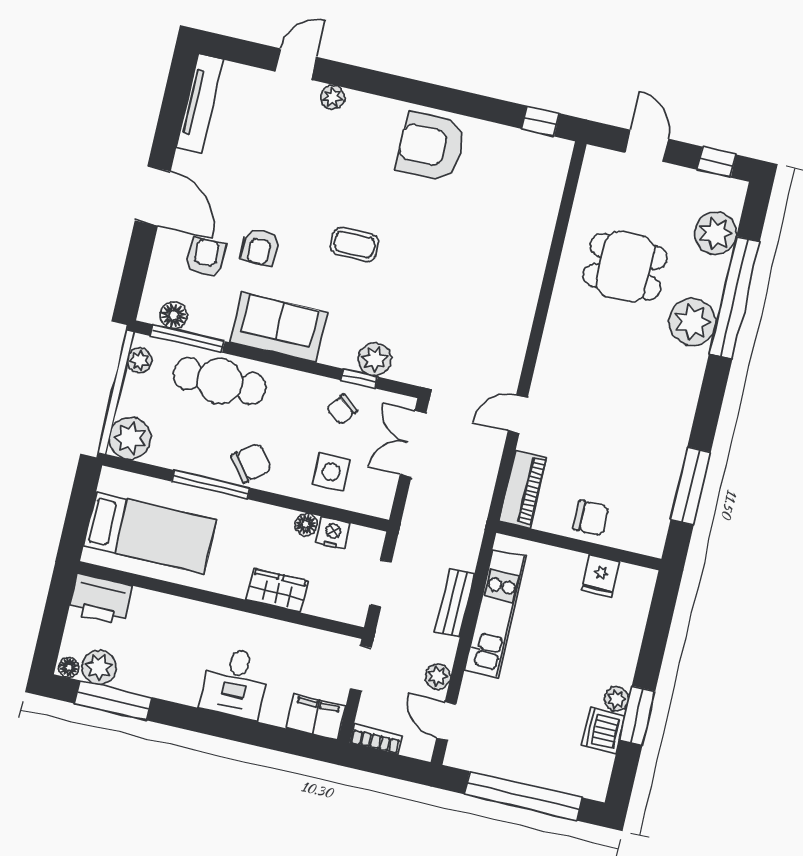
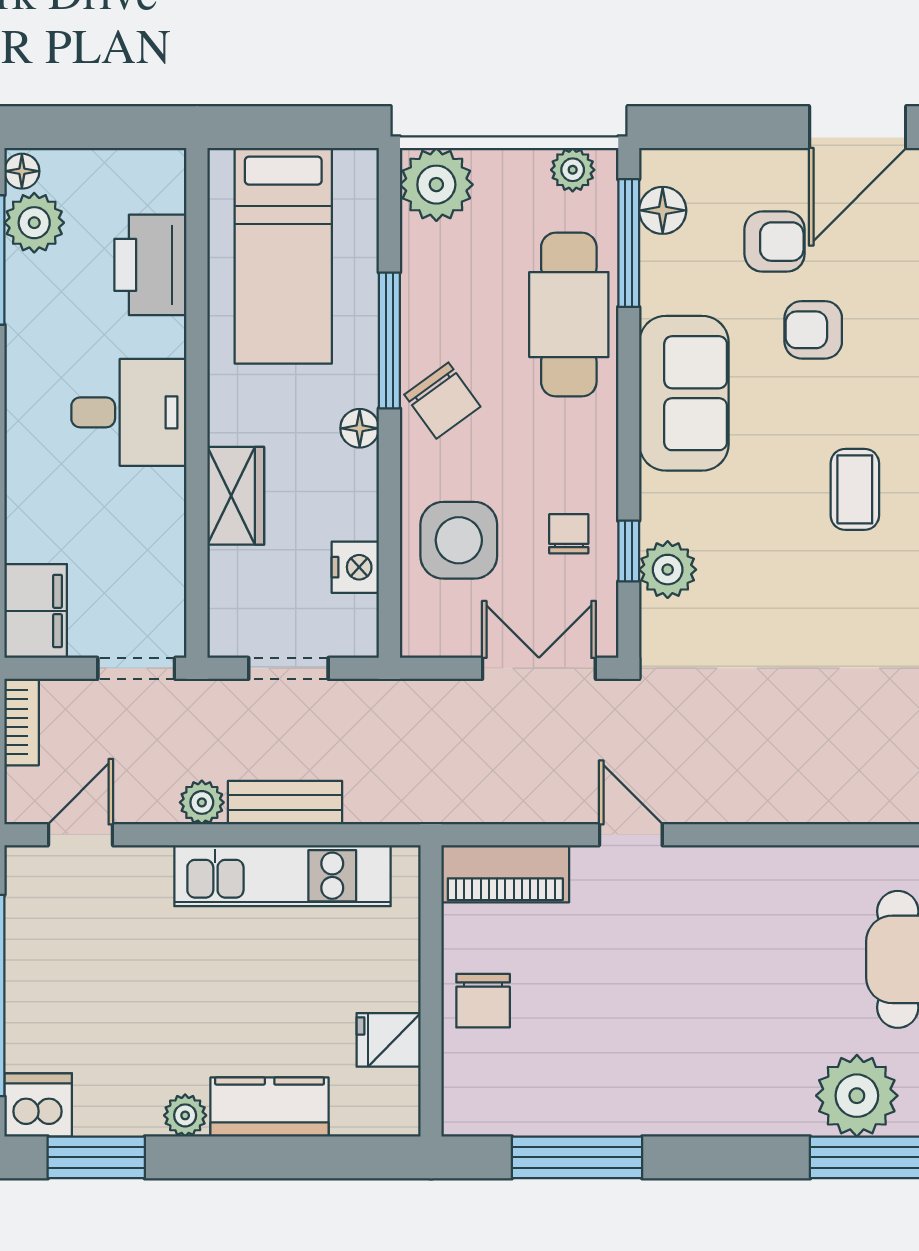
chair: (342, 410) -> (569, 534), turned 54
side table: (331, 472) -> (459, 540), width x1.37, depth x1.37
floor lamp: (306, 524) -> (360, 428), moved
printer: (101, 599) -> (150, 265), moved
kitchen counter: (623, 651) -> (270, 1107), added
plant: (438, 677) -> (202, 802), moved
desk: (235, 683) -> (129, 412), moved, turned 180
window: (637, 716) -> (96, 1157), moved
dishwasher: (603, 731) -> (38, 1105), moved

